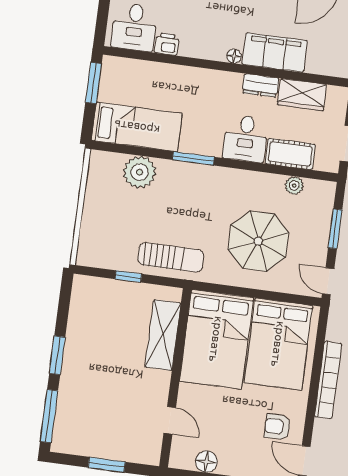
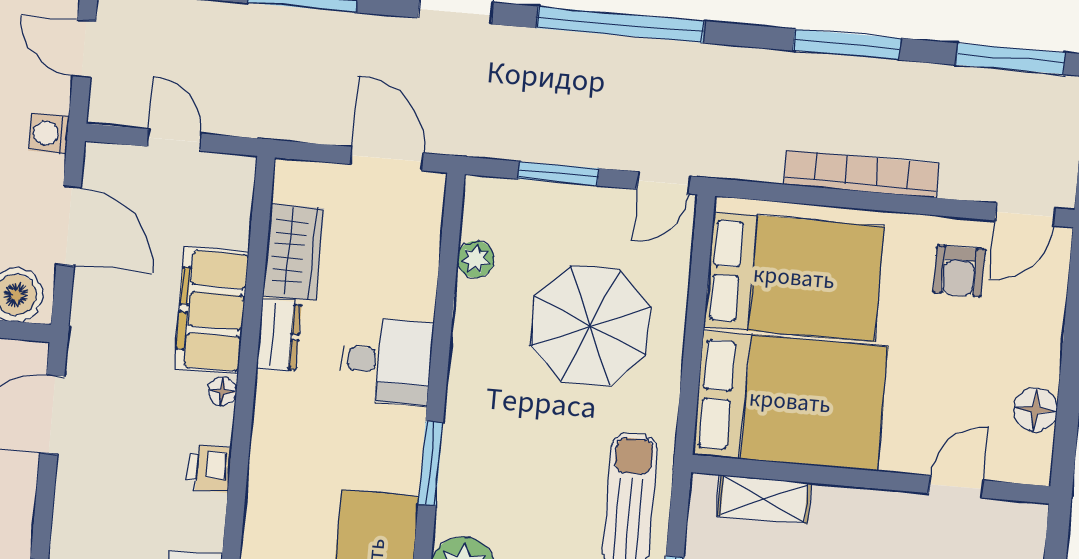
printer: (167, 44) -> (209, 468), moved
cot: (290, 154) -> (413, 270), removed
shelving: (163, 335) -> (764, 499), width x0.67, depth x0.75

